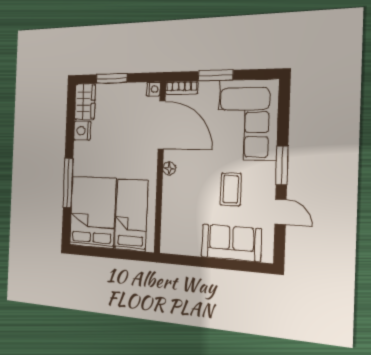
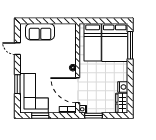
window: (215, 75) -> (40, 116), moved
window: (112, 78) -> (93, 116), moved
window: (282, 165) -> (17, 84), moved
window: (68, 183) -> (130, 45), moved
coffee table: (231, 189) -> (41, 58), removed

